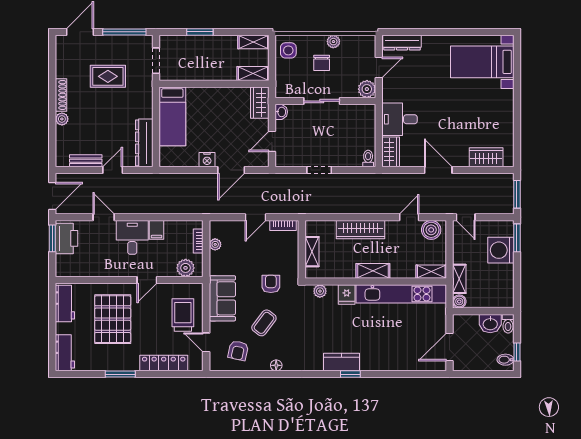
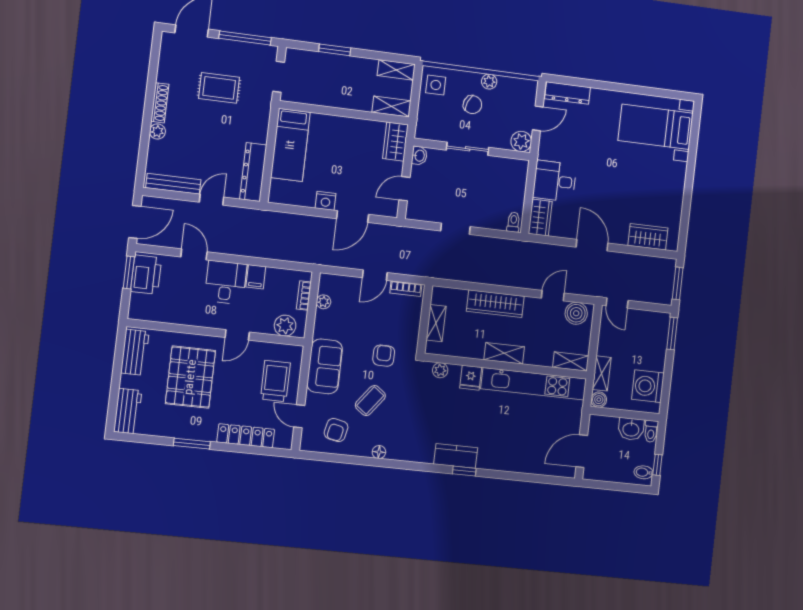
chair: (322, 63) -> (472, 105), turned -69
bench: (86, 161) -> (173, 184), width x1.36
washing machine: (501, 250) -> (648, 386), moved

